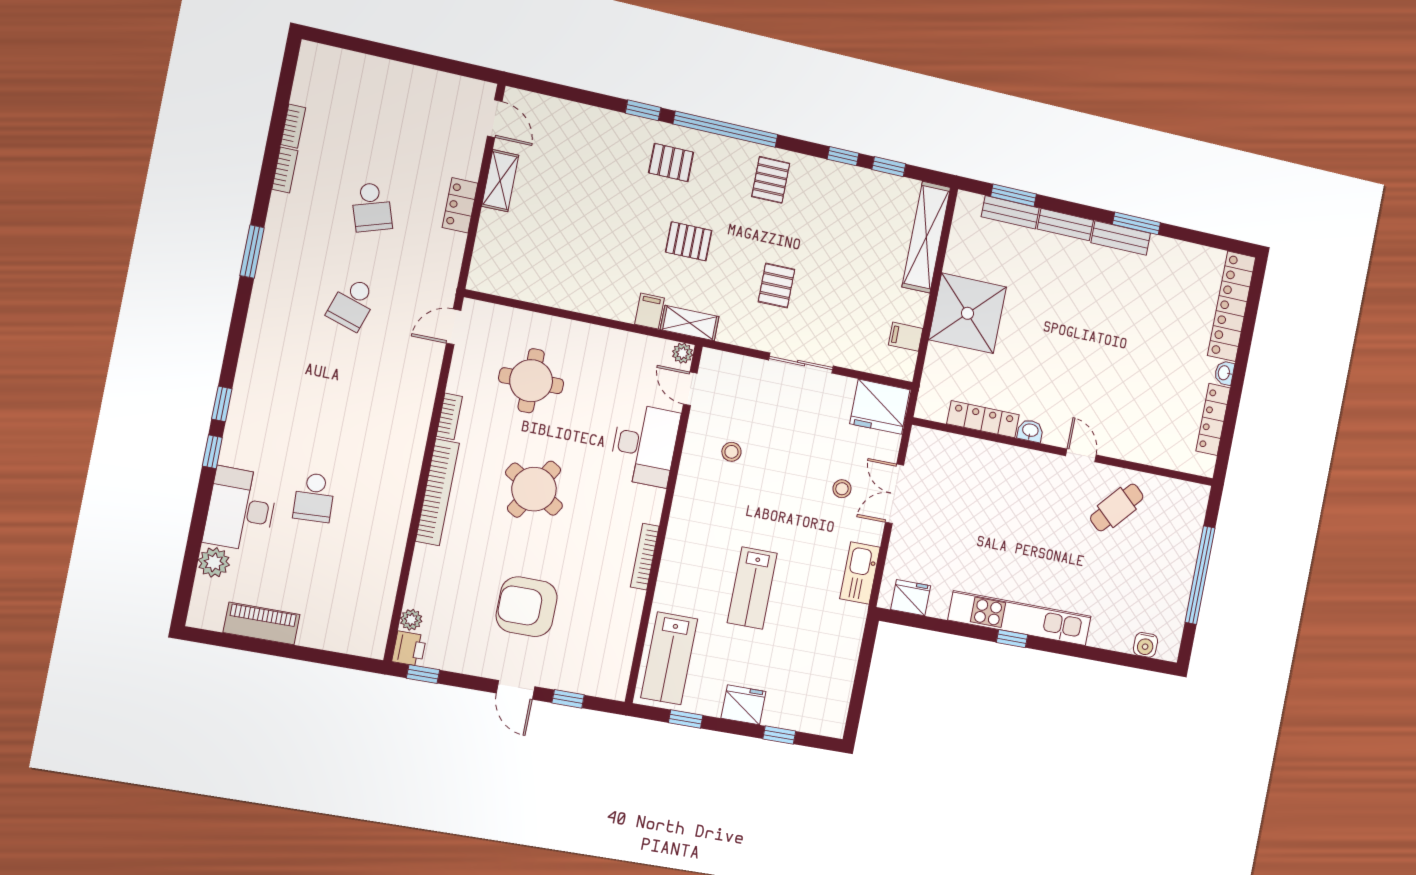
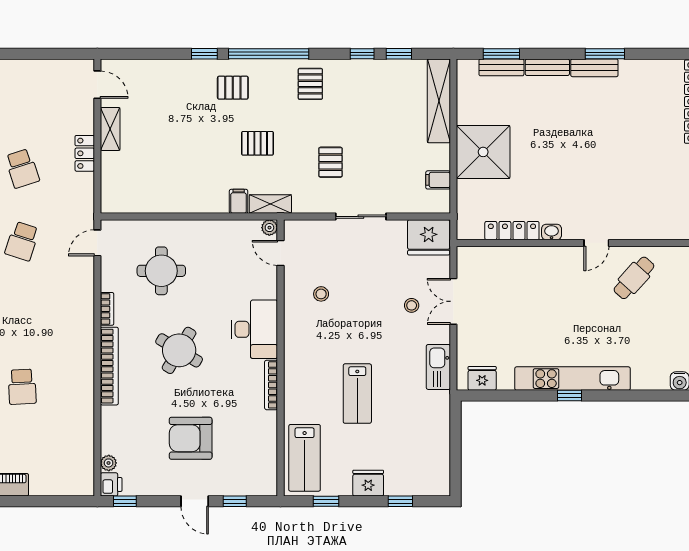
desk: (644, 445) -> (254, 329), moved
door: (1081, 455) -> (596, 243), swing flipped

